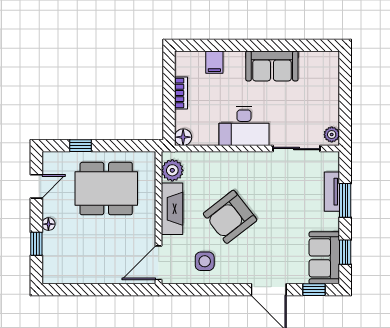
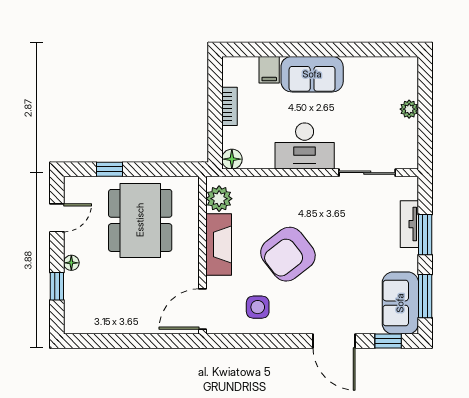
sofa: (272, 66) -> (312, 74), moved
plant: (332, 135) -> (409, 109), moved
dining table: (106, 189) -> (140, 220), turned 90
window: (345, 252) -> (425, 296), width x1.50

